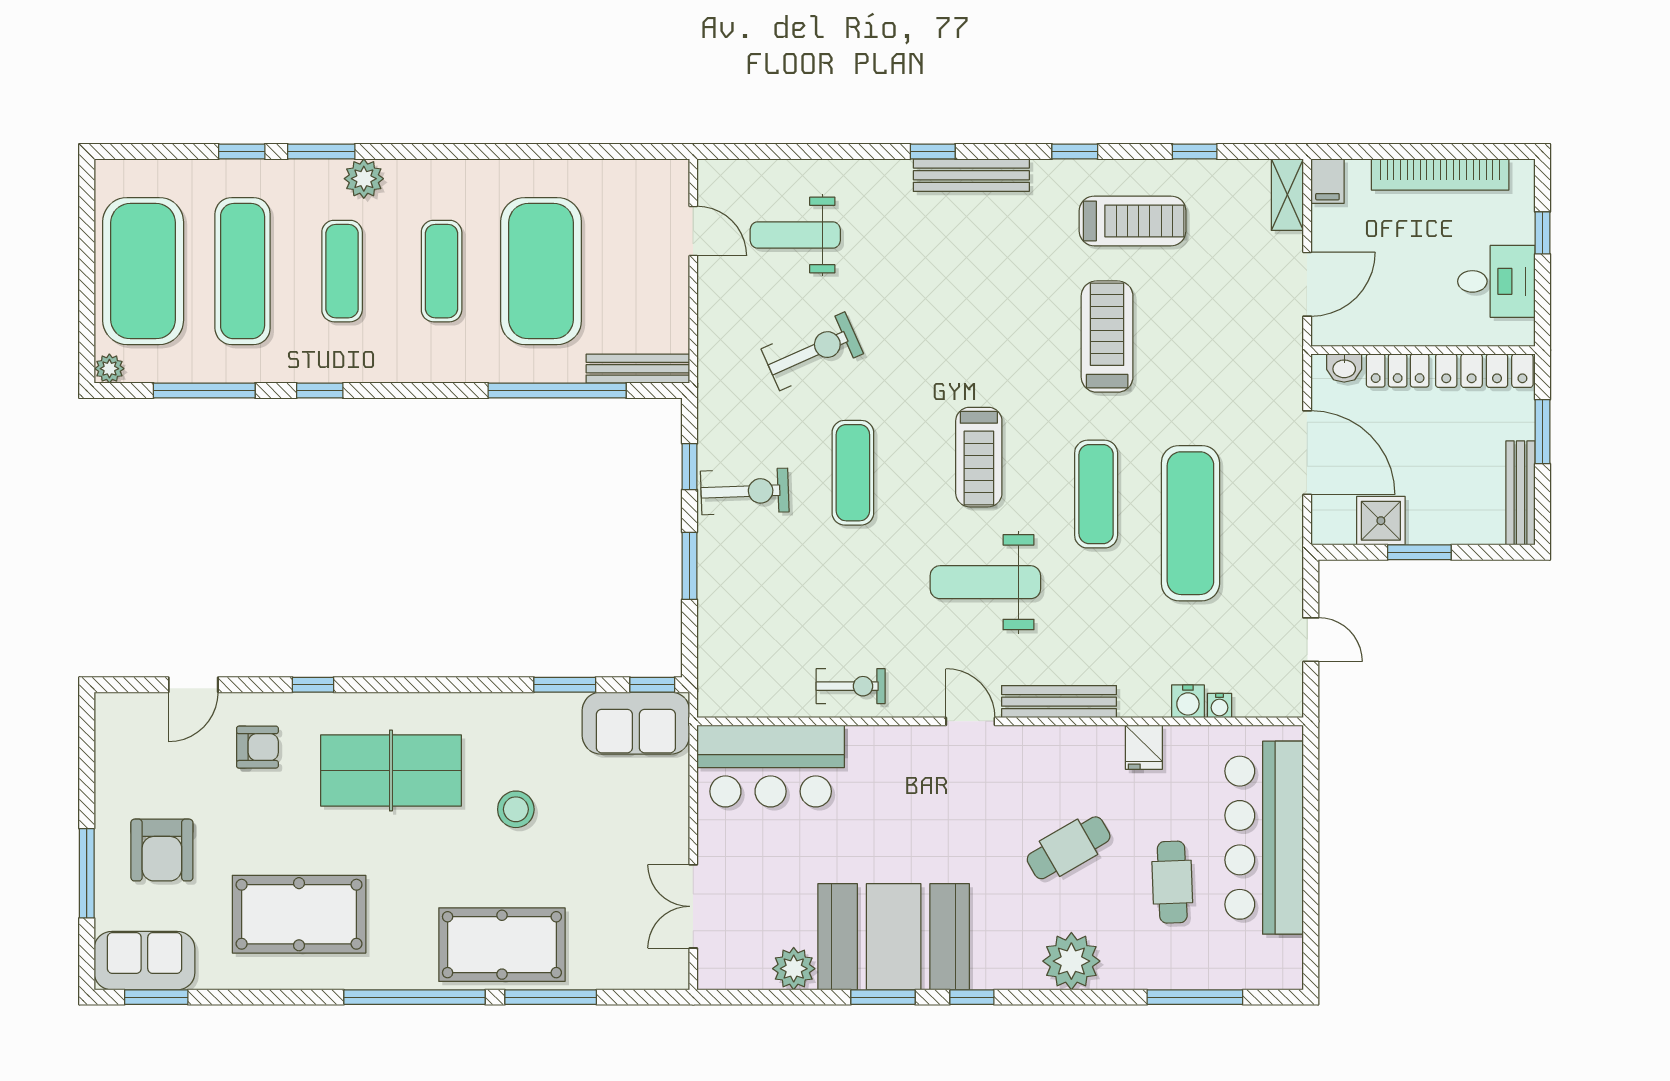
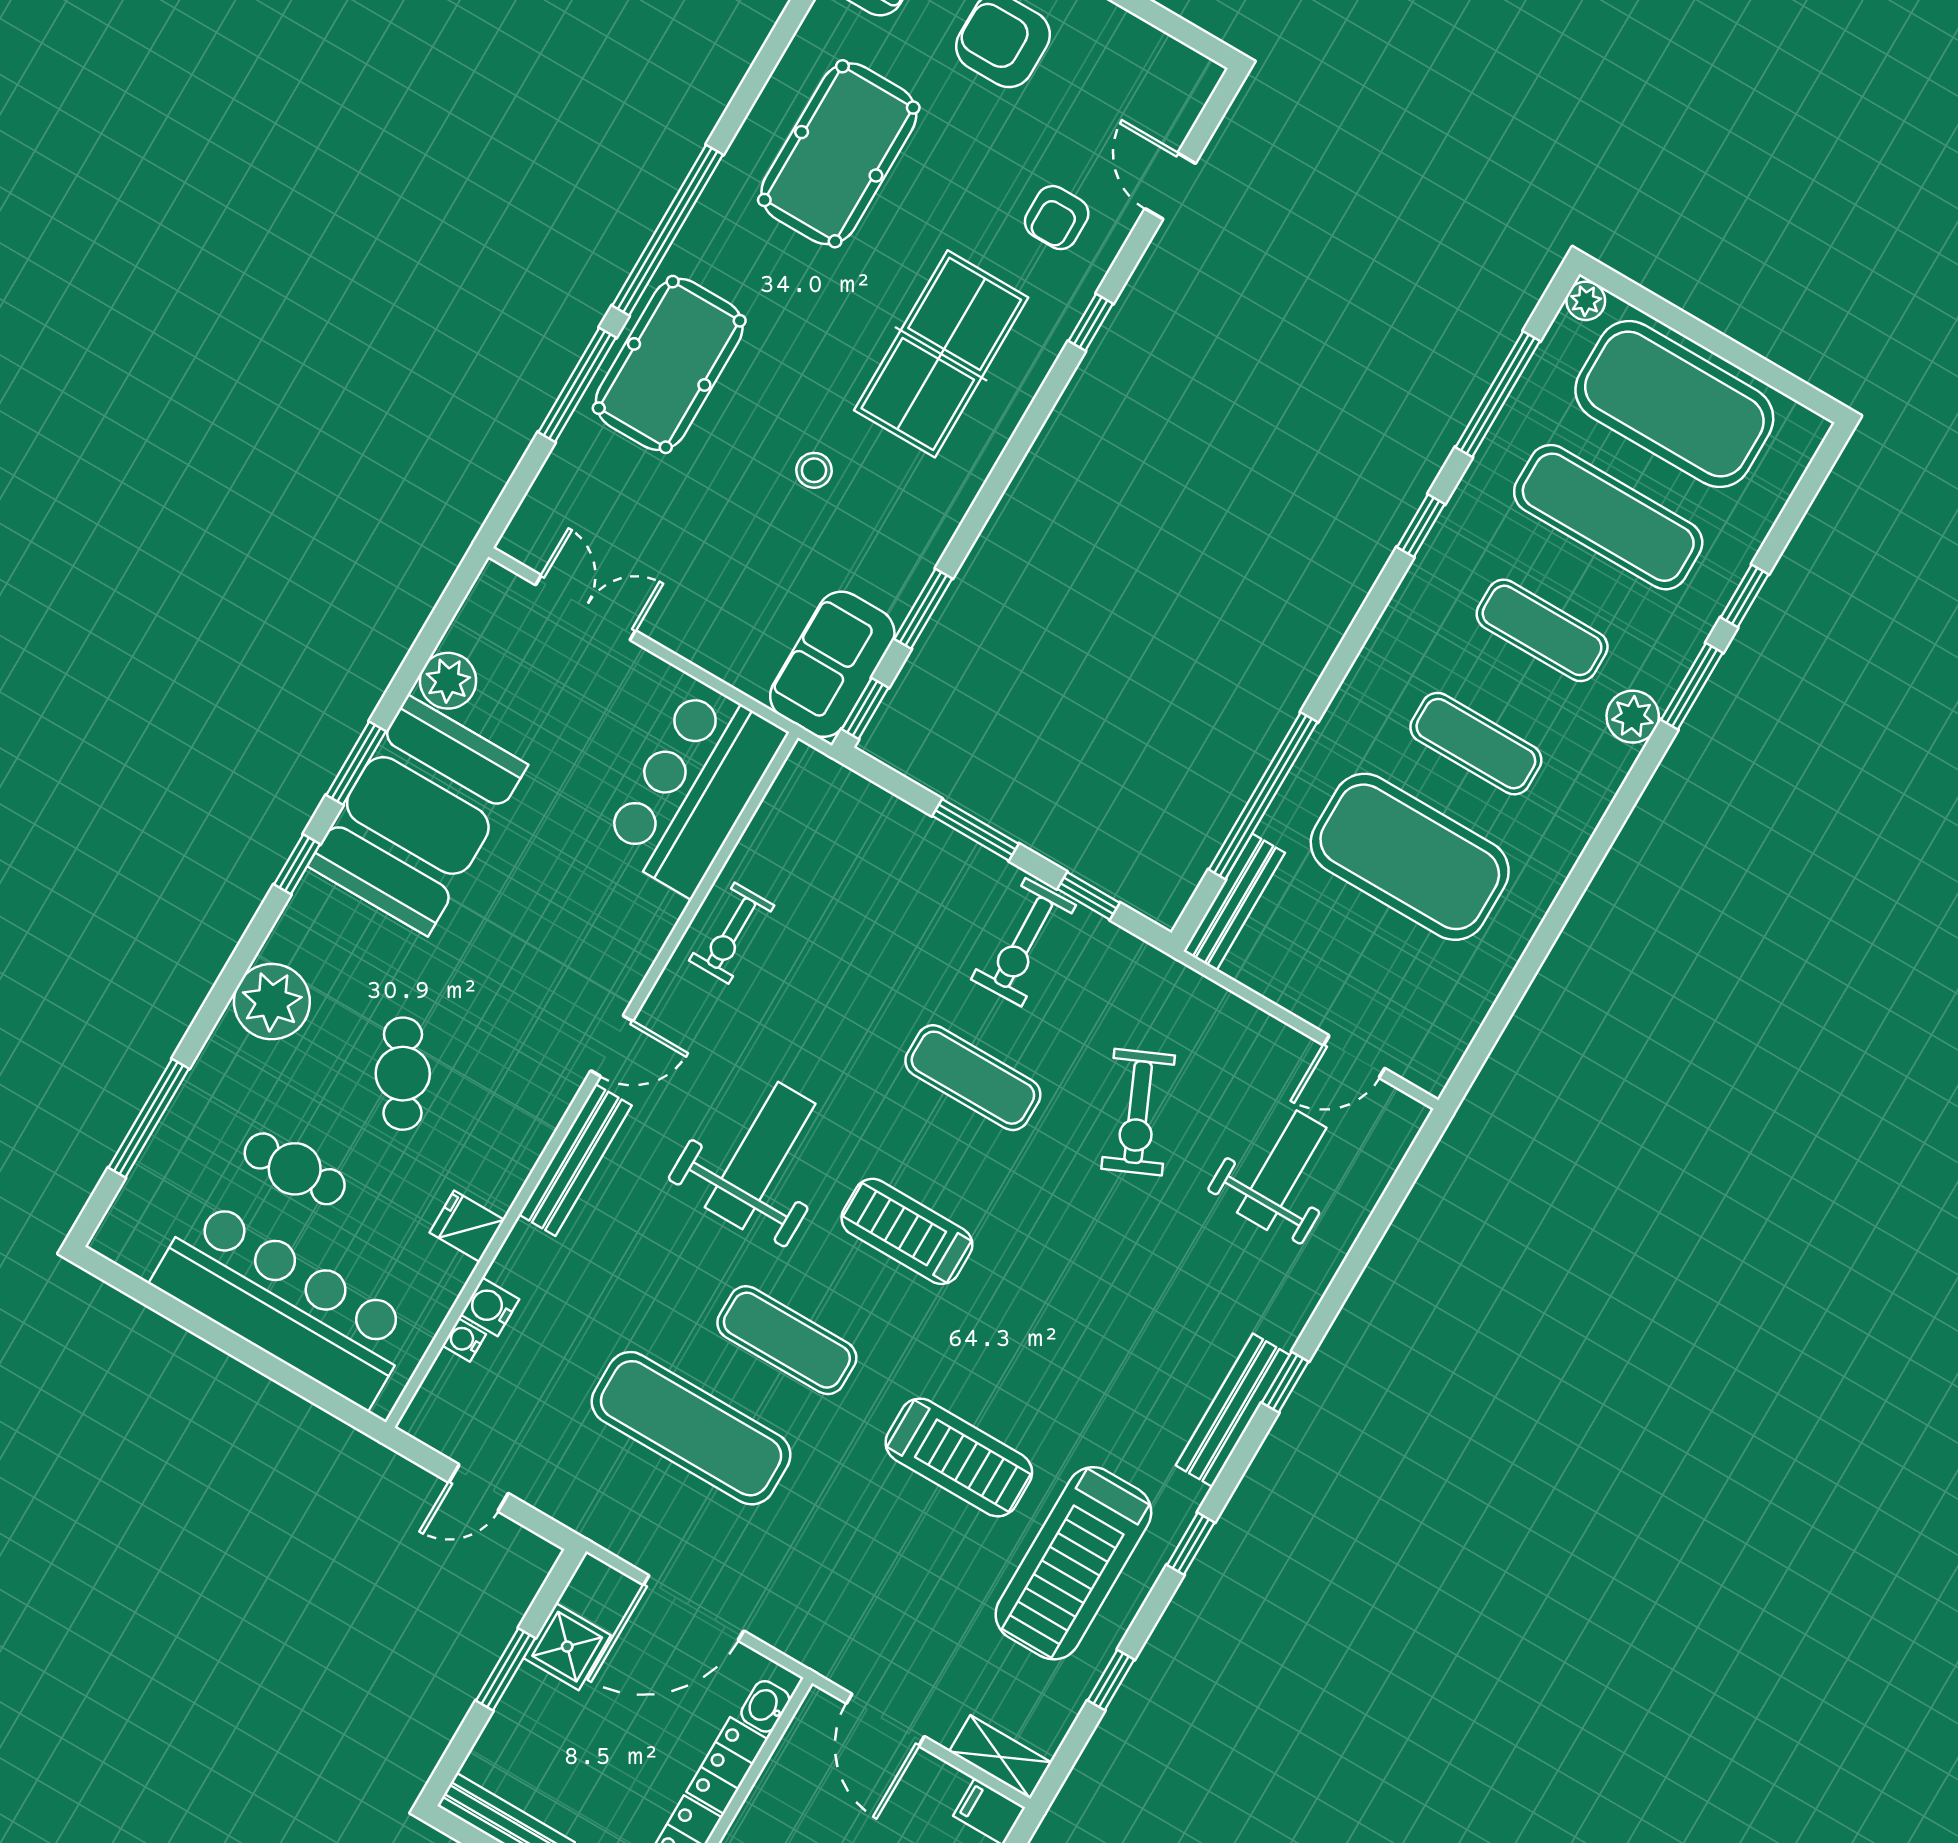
treadmill: (1133, 221) -> (1073, 1563), width x1.37, depth x1.38
stool: (516, 809) -> (814, 470), width x0.73, depth x0.73

